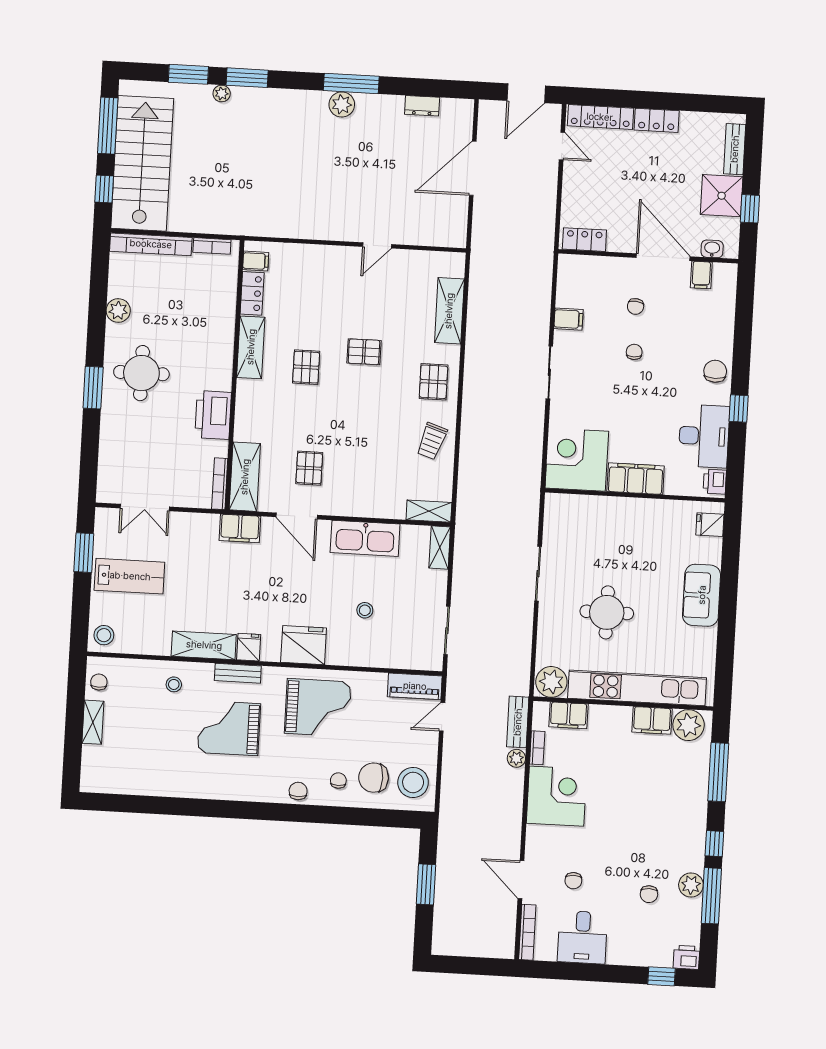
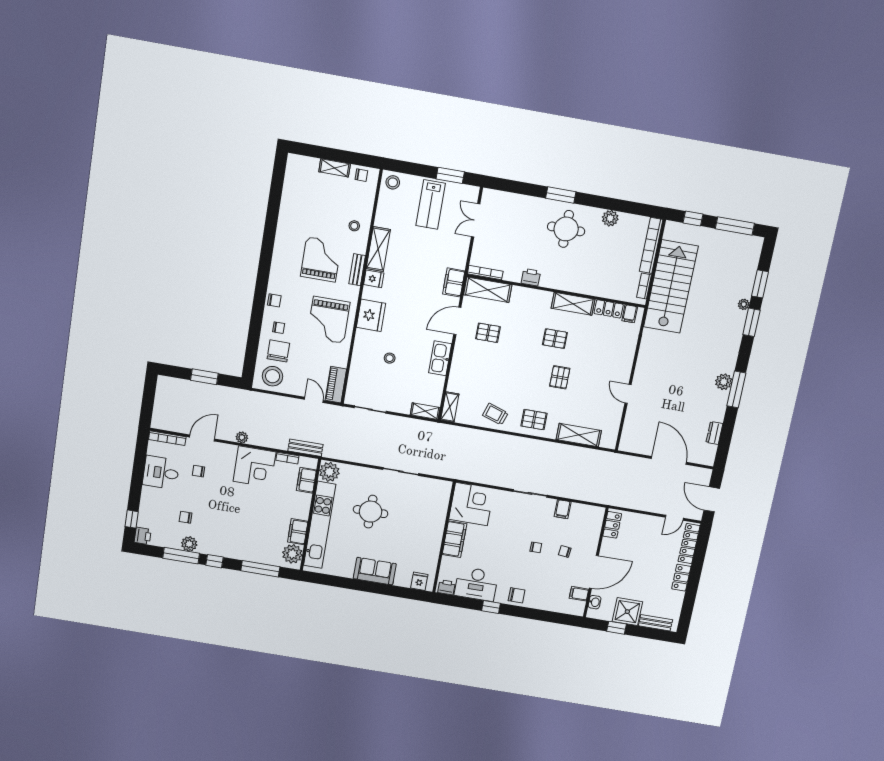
stairs: (142, 163) -> (671, 287), moved, turned -90
printer: (213, 415) -> (531, 277), width x0.53, depth x0.68
kitchen sink: (365, 538) -> (440, 358), width x0.73, depth x0.81
plant: (516, 758) -> (242, 437), moved

